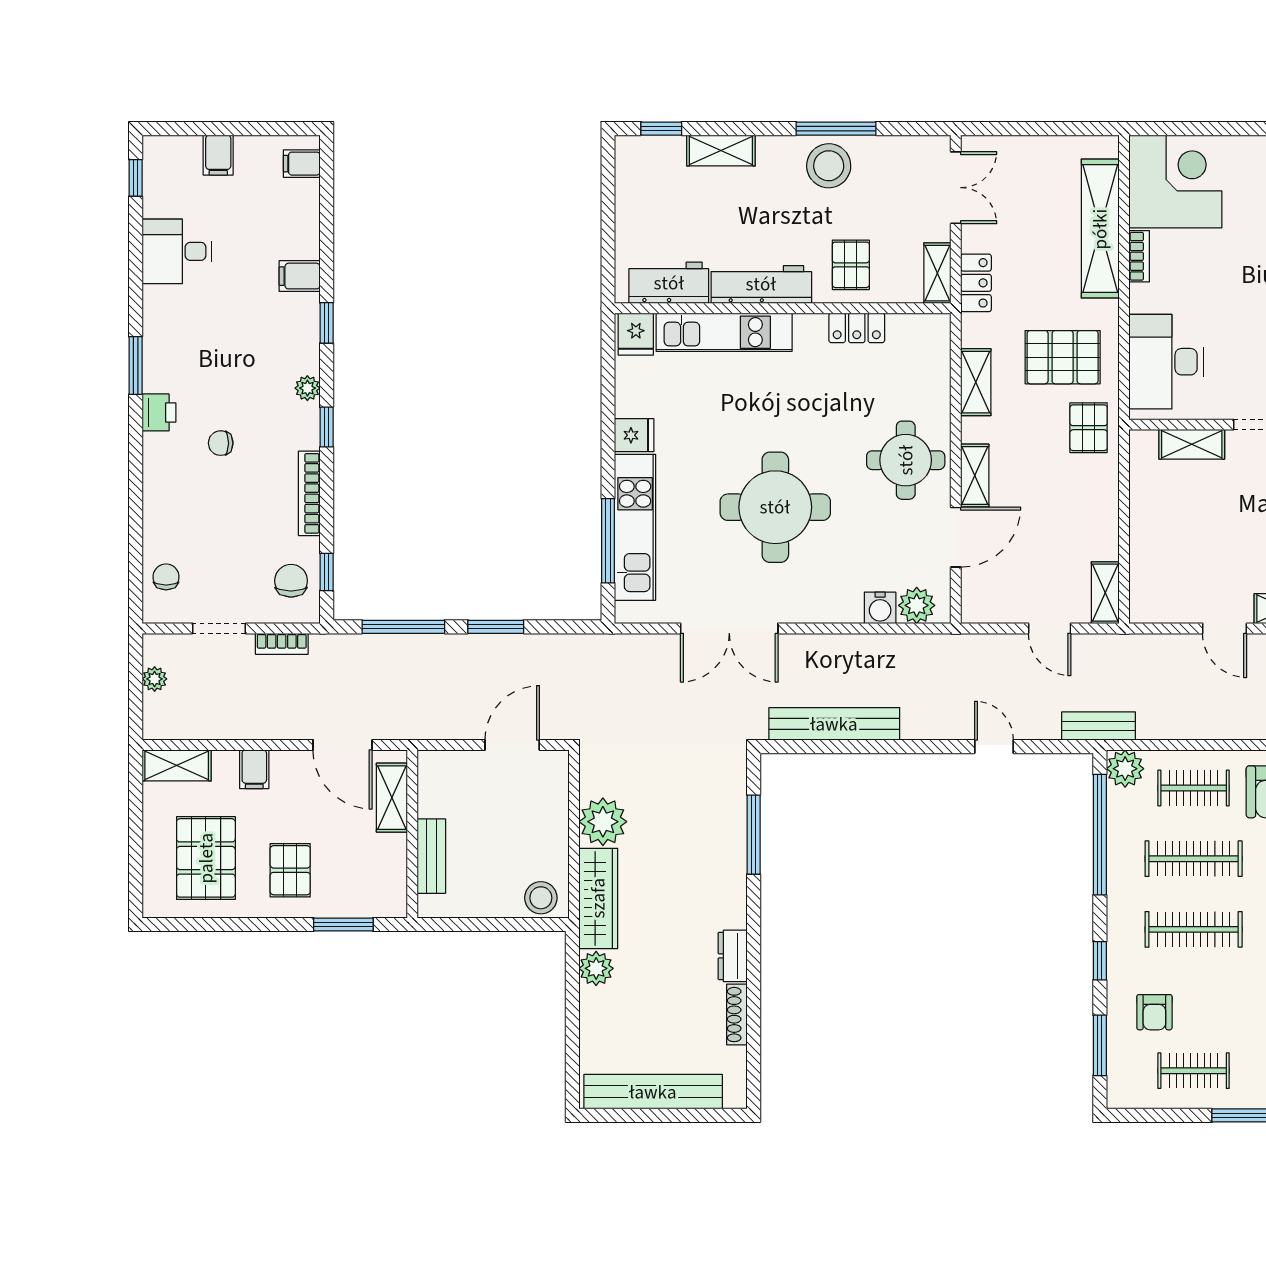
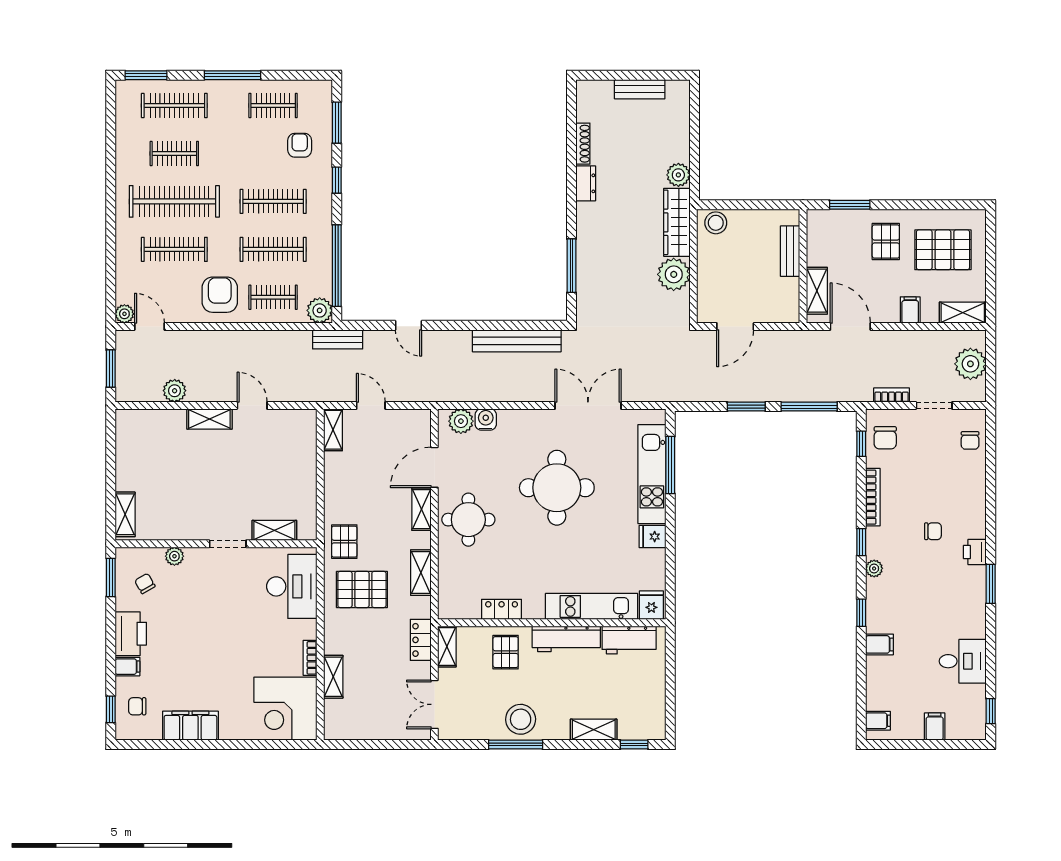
shelving: (1100, 229) -> (333, 677), width x0.45, depth x0.75
plant: (155, 679) -> (970, 364), width x1.87, depth x1.87
pallet: (206, 858) -> (943, 250), turned 90
bench: (653, 1092) -> (640, 89), width x0.54, depth x0.82

